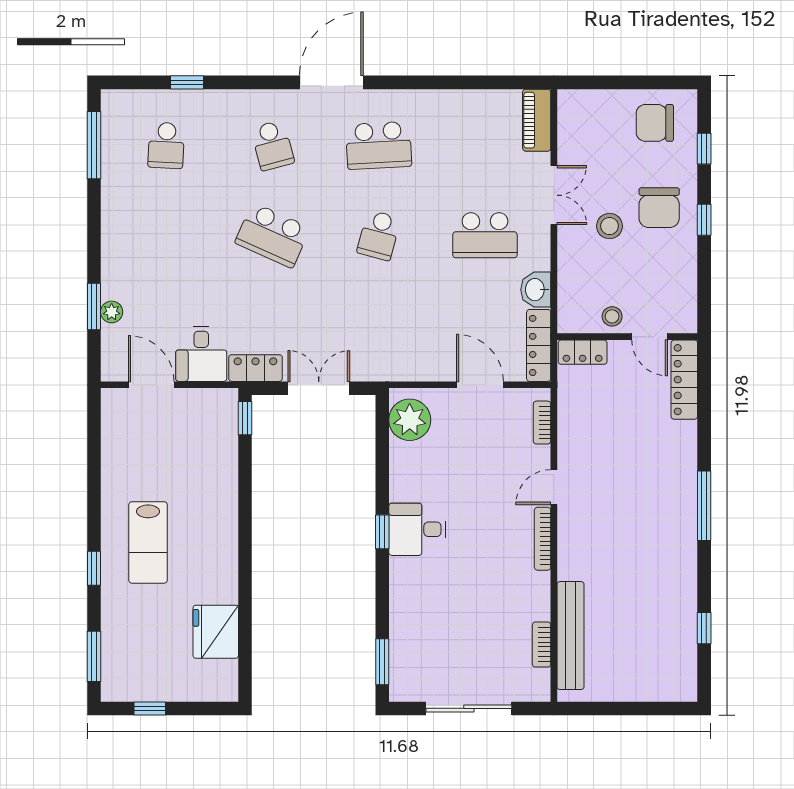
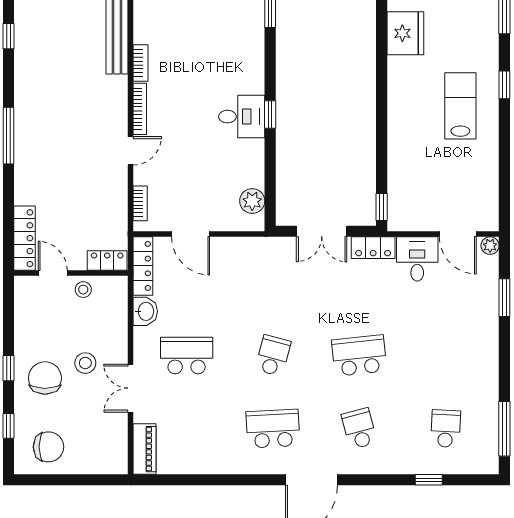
school desk: (272, 235) -> (359, 356), turned -30
plant: (112, 312) -> (490, 246), moved
plant: (410, 420) -> (252, 201), width x0.73, depth x0.73
bookcase: (542, 645) -> (141, 63), moved

